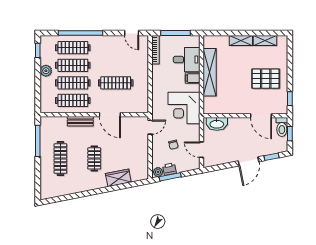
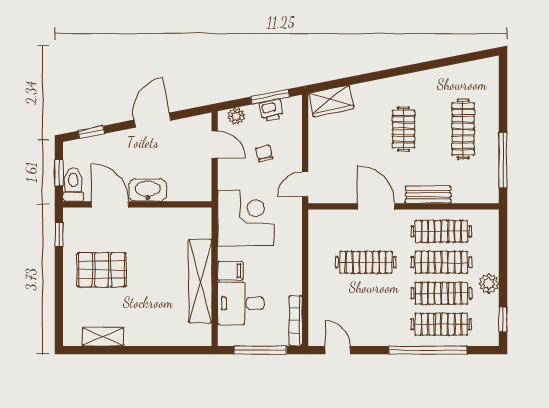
shelving: (241, 40) -> (145, 337), removed
washbasin: (217, 124) -> (148, 190), moved
door: (248, 161) -> (152, 120), moved
plant: (158, 172) -> (236, 116), moved
wardrobe: (118, 178) -> (331, 101), moved

